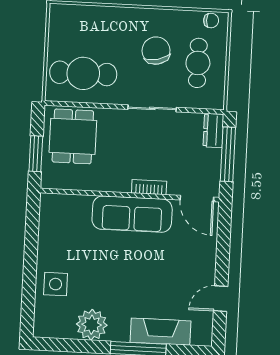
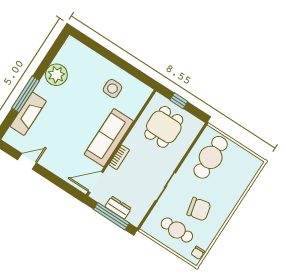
dresser: (213, 130) -> (118, 208), moved
dining table: (73, 136) -> (164, 127), moved, turned 90
window: (36, 154) -> (179, 101), width x0.67
side table: (56, 284) -> (112, 89), moved
door: (221, 299) -> (27, 161), hinge flipped

